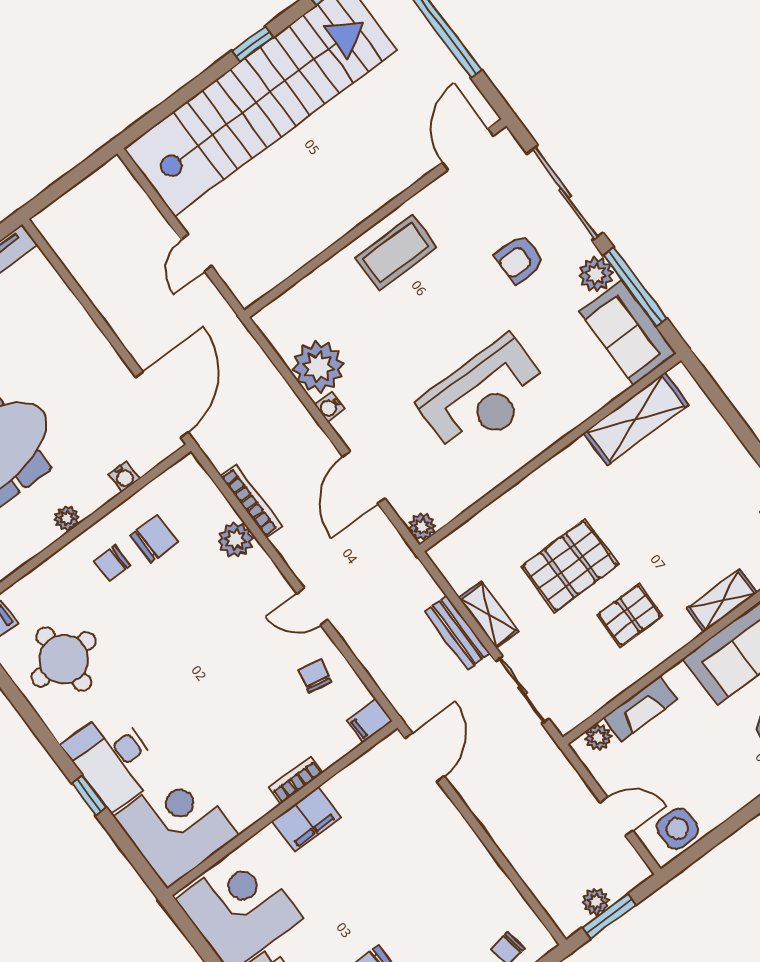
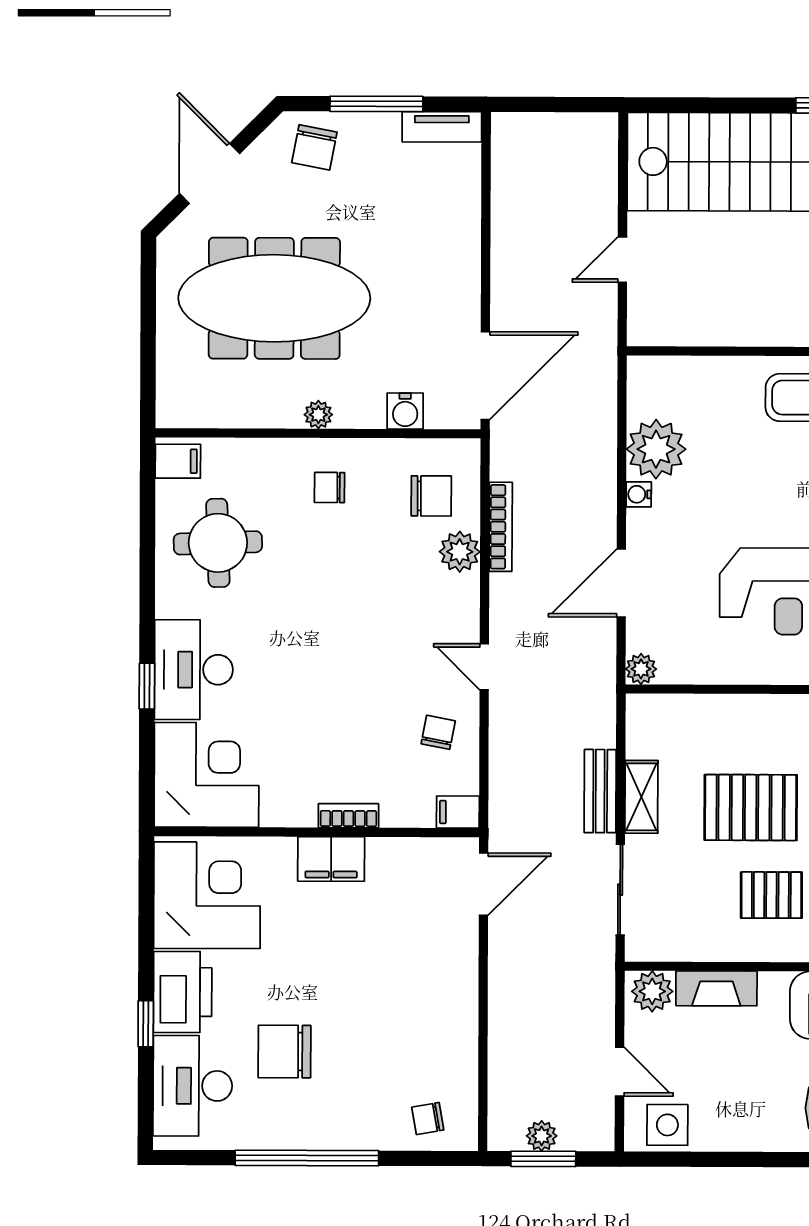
water cooler: (124, 477) -> (405, 411), width x1.38, depth x1.38
chair: (154, 538) -> (431, 496), moved
plant: (598, 737) -> (652, 991), width x1.38, depth x1.38

